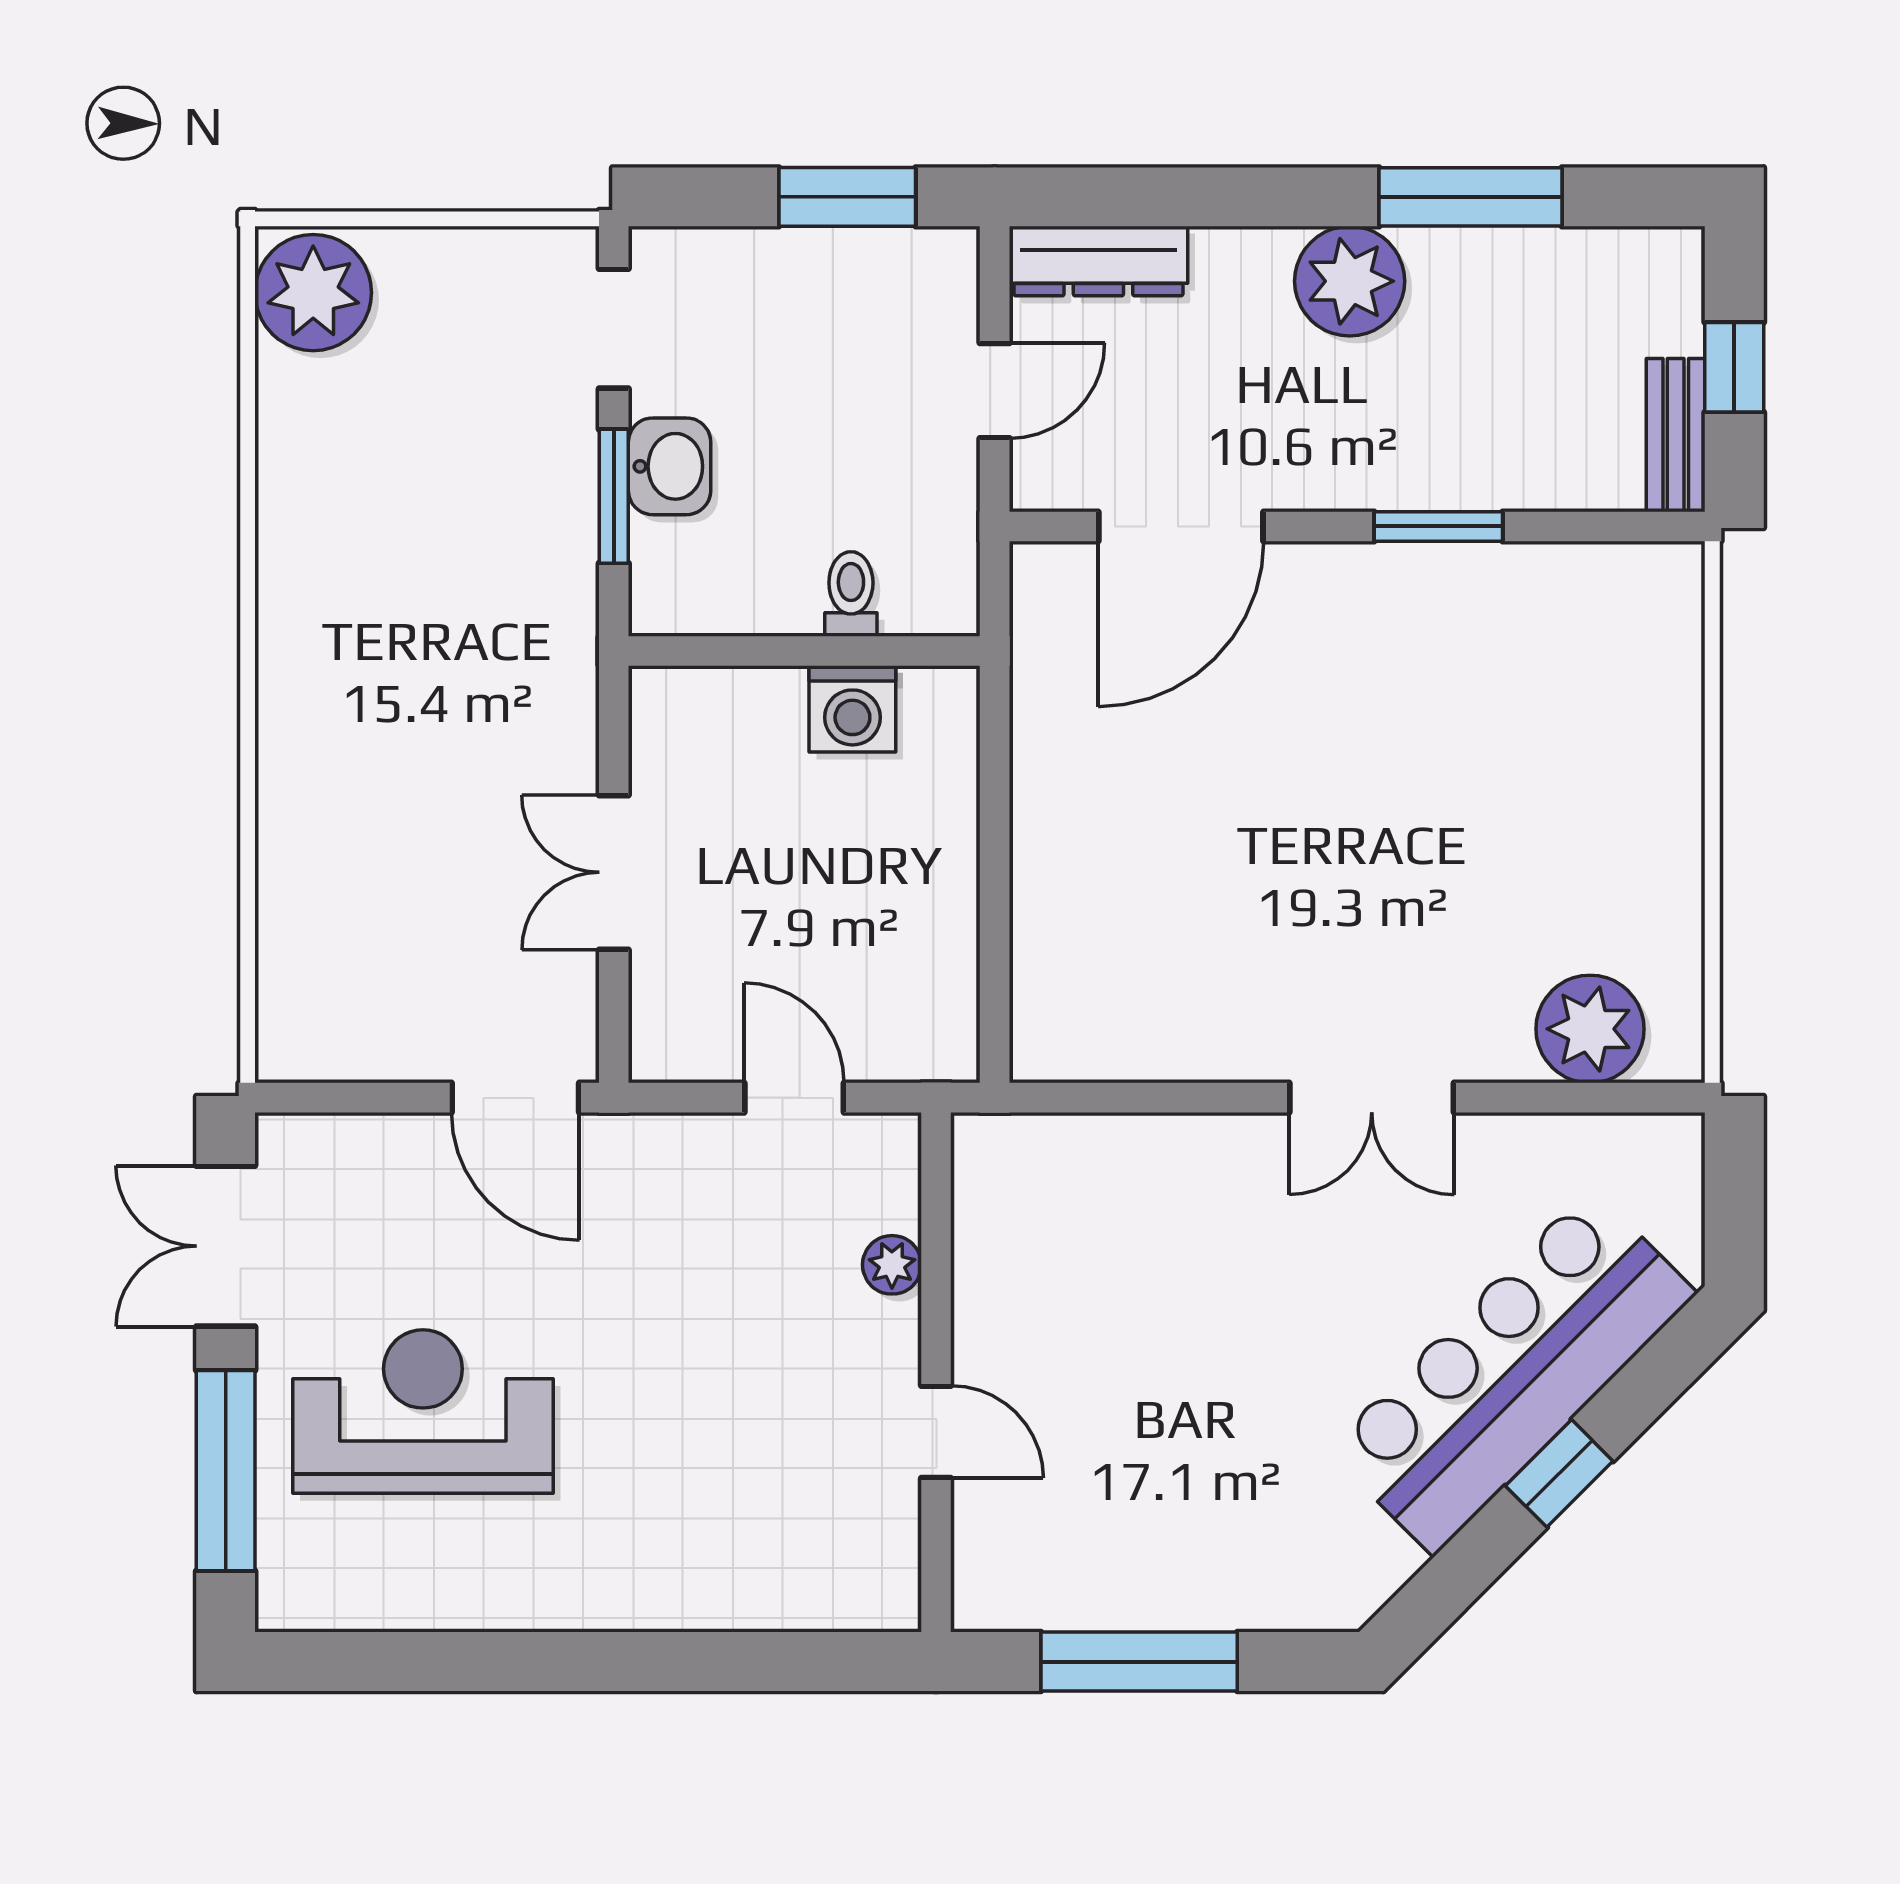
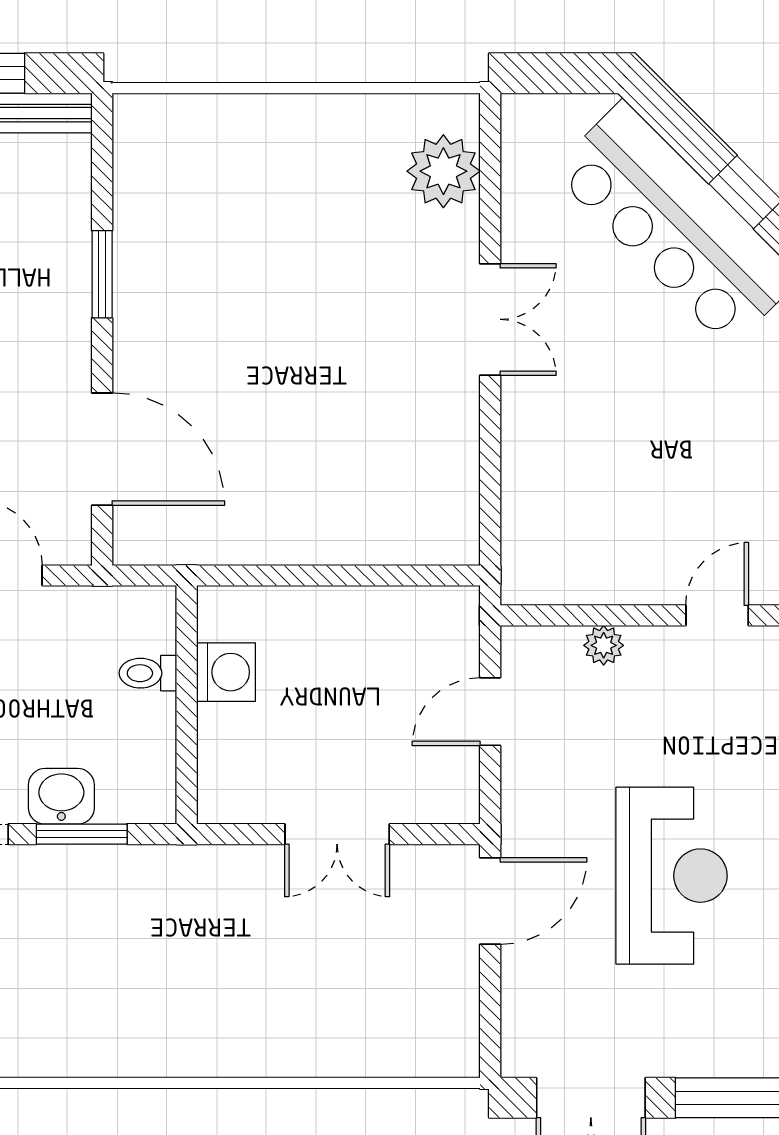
reception desk: (423, 1411) -> (671, 876), moved, turned 180

